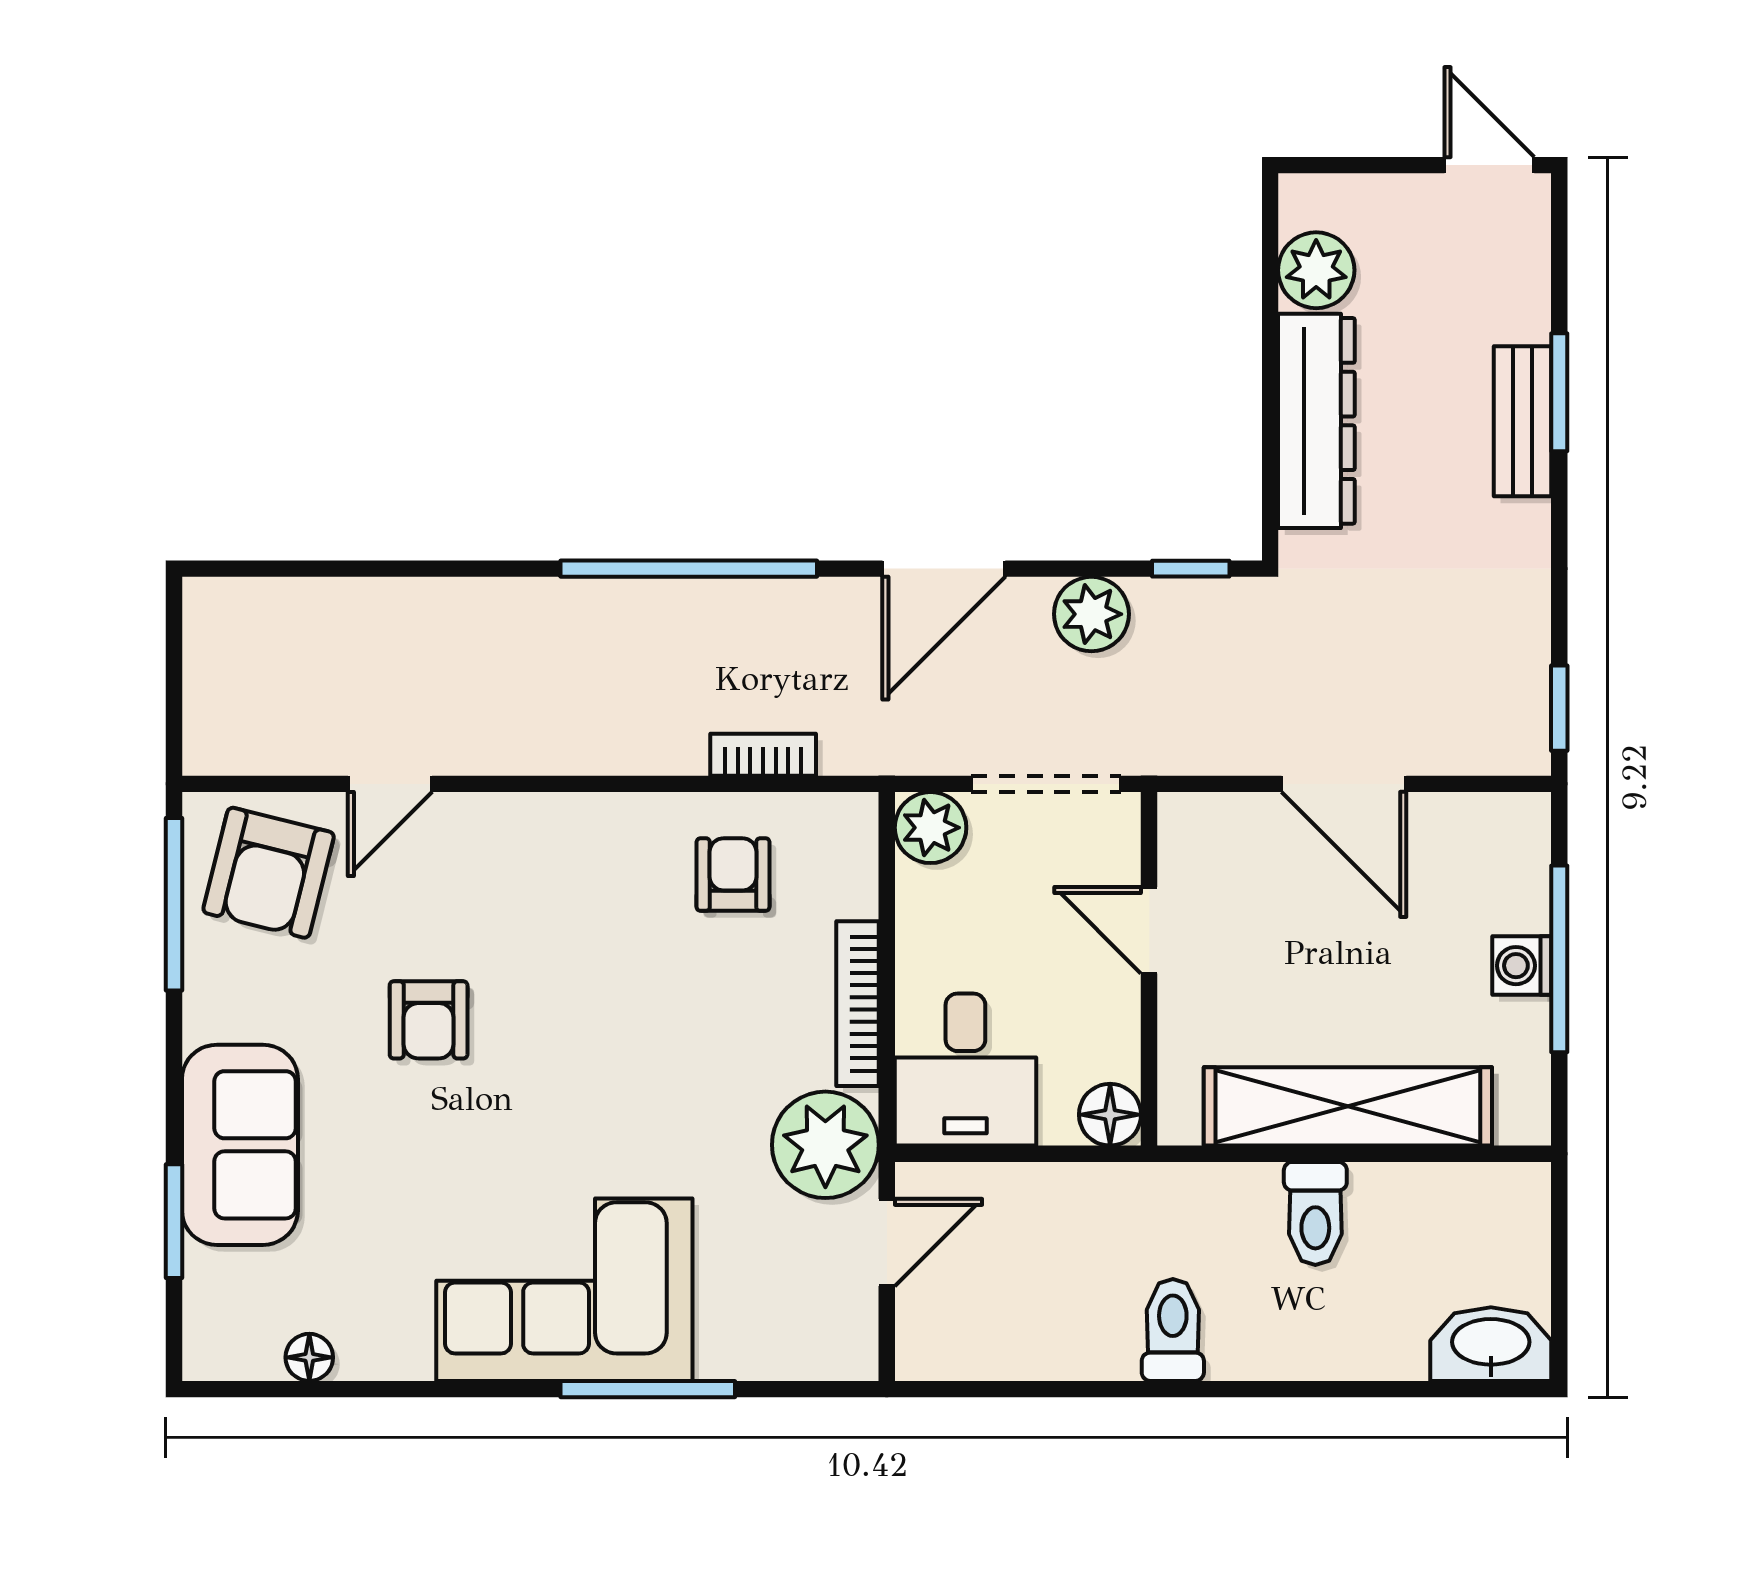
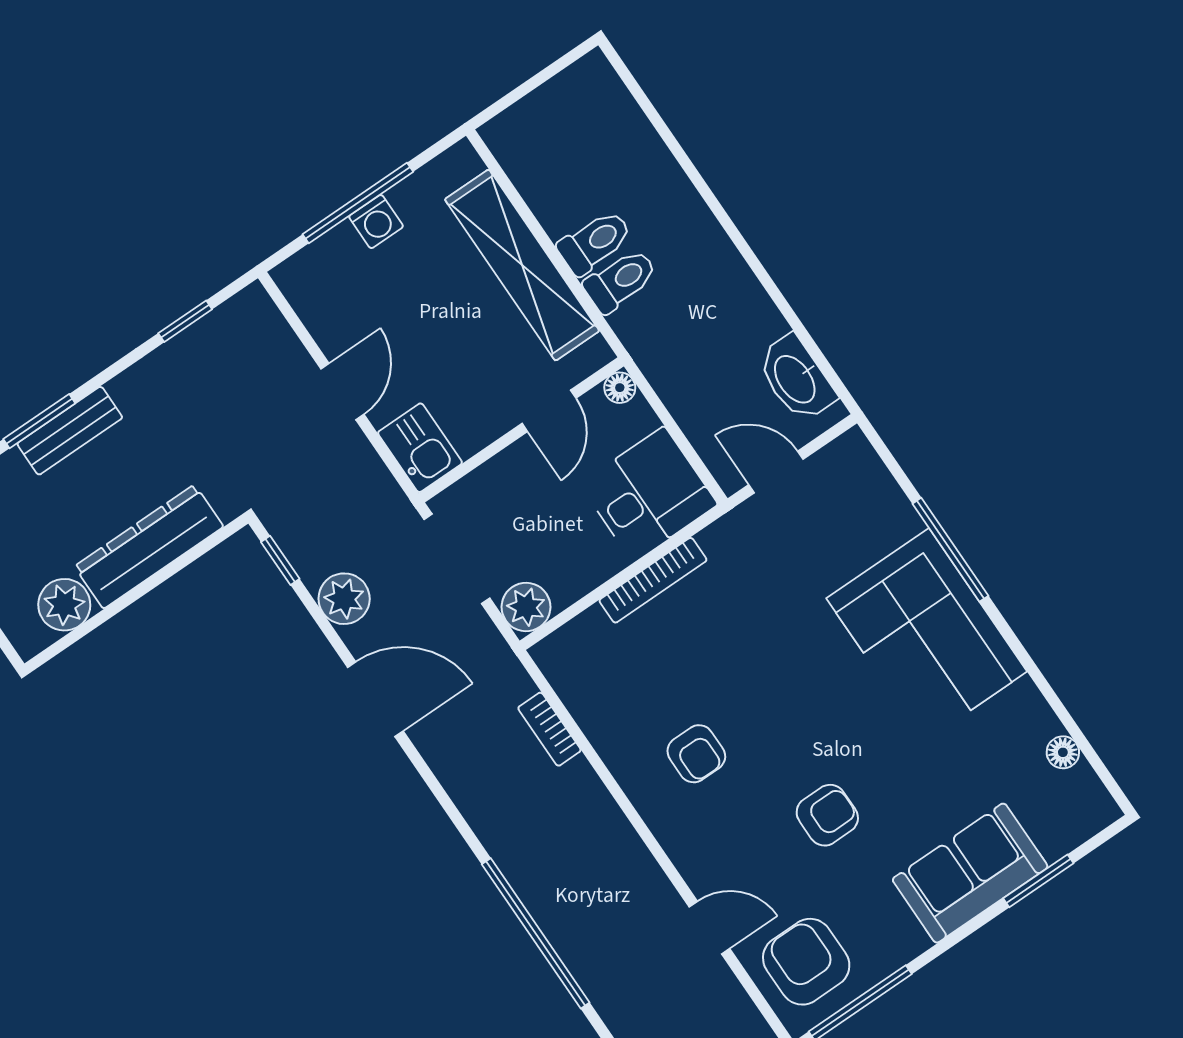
window: (689, 569) -> (536, 933), moved
window: (1559, 708) -> (185, 321), moved
door: (1344, 784) -> (342, 392), width x0.73
kitchen sink: (1211, 831) -> (420, 448), added
armchair: (269, 873) -> (806, 962), turned -104
armchair: (733, 875) -> (696, 754), moved, turned -90
door: (1149, 930) -> (549, 411), moved
floor lamp: (1110, 1115) -> (620, 388), width x0.73, depth x0.73
plant: (825, 1145) -> (745, 544), removed
toilet: (1173, 1330) -> (620, 281), moved, turned 180
washbasin: (1491, 1344) -> (796, 378), moved

